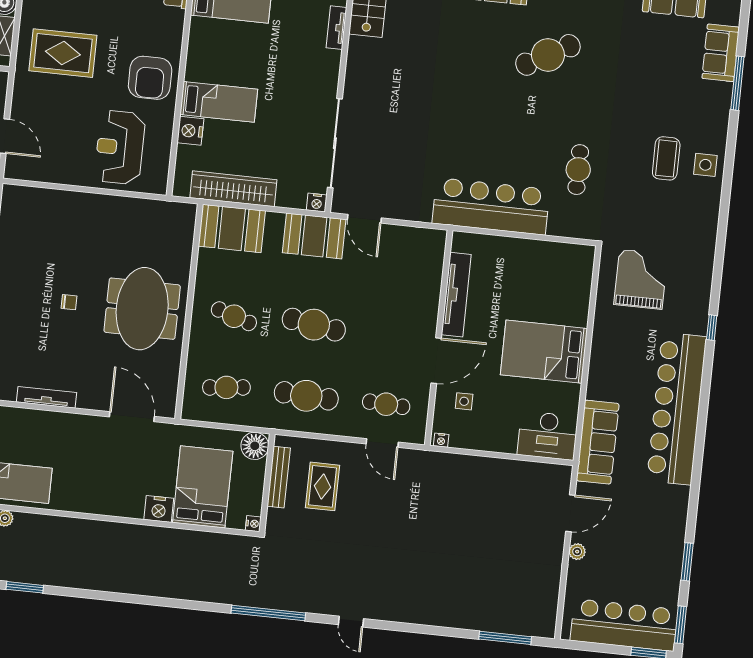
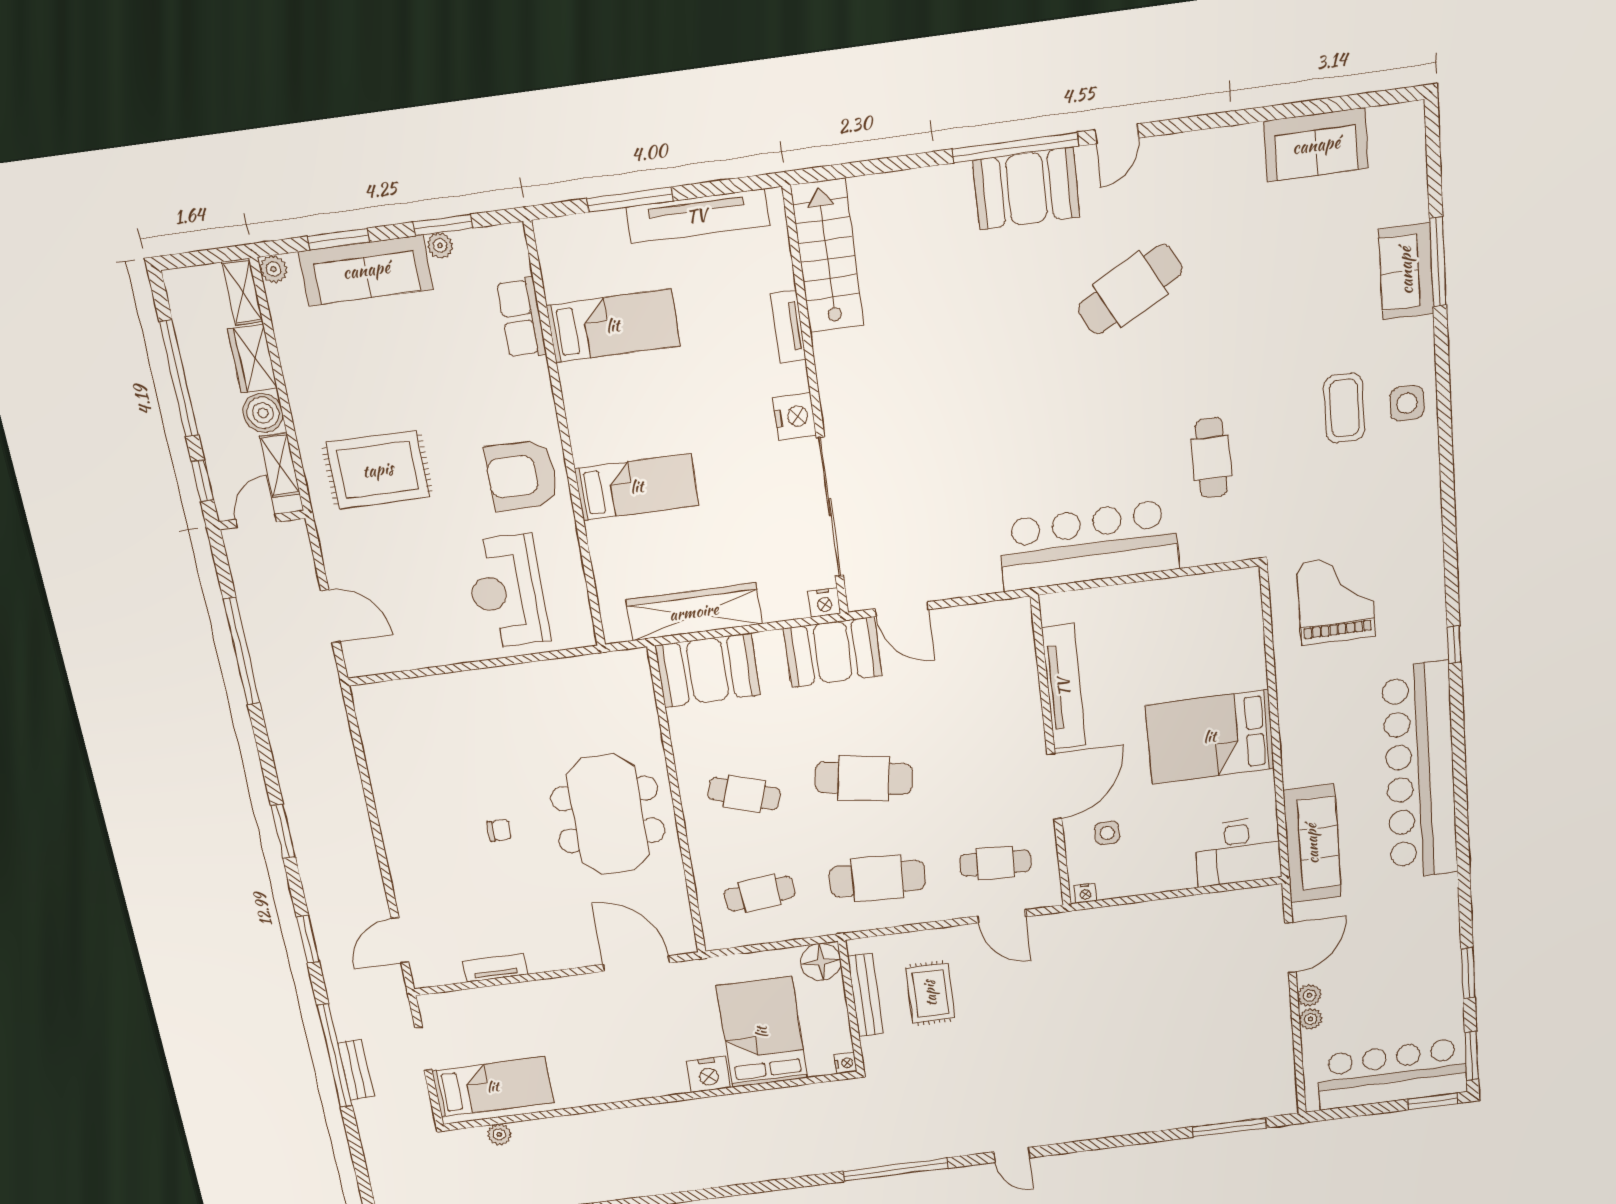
sofa: (721, 53) -> (1406, 271), moved
armchair: (150, 78) -> (522, 475), turned 90
nightstand: (190, 131) -> (794, 416), moved, turned 180
tv unit: (47, 397) -> (495, 968), width x0.71
plant: (575, 569) -> (1311, 1019), added

